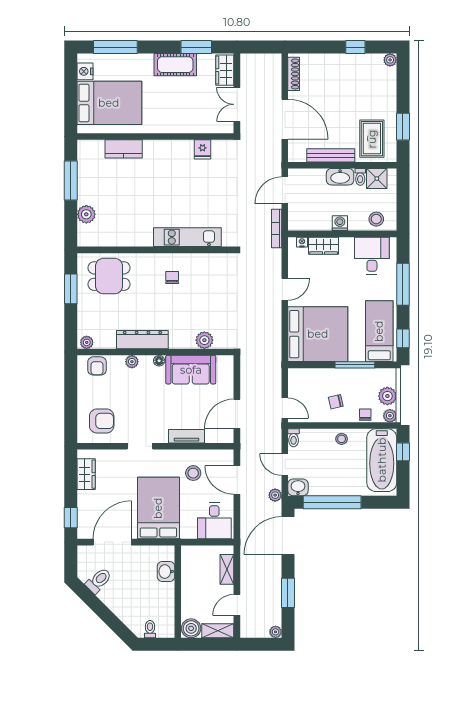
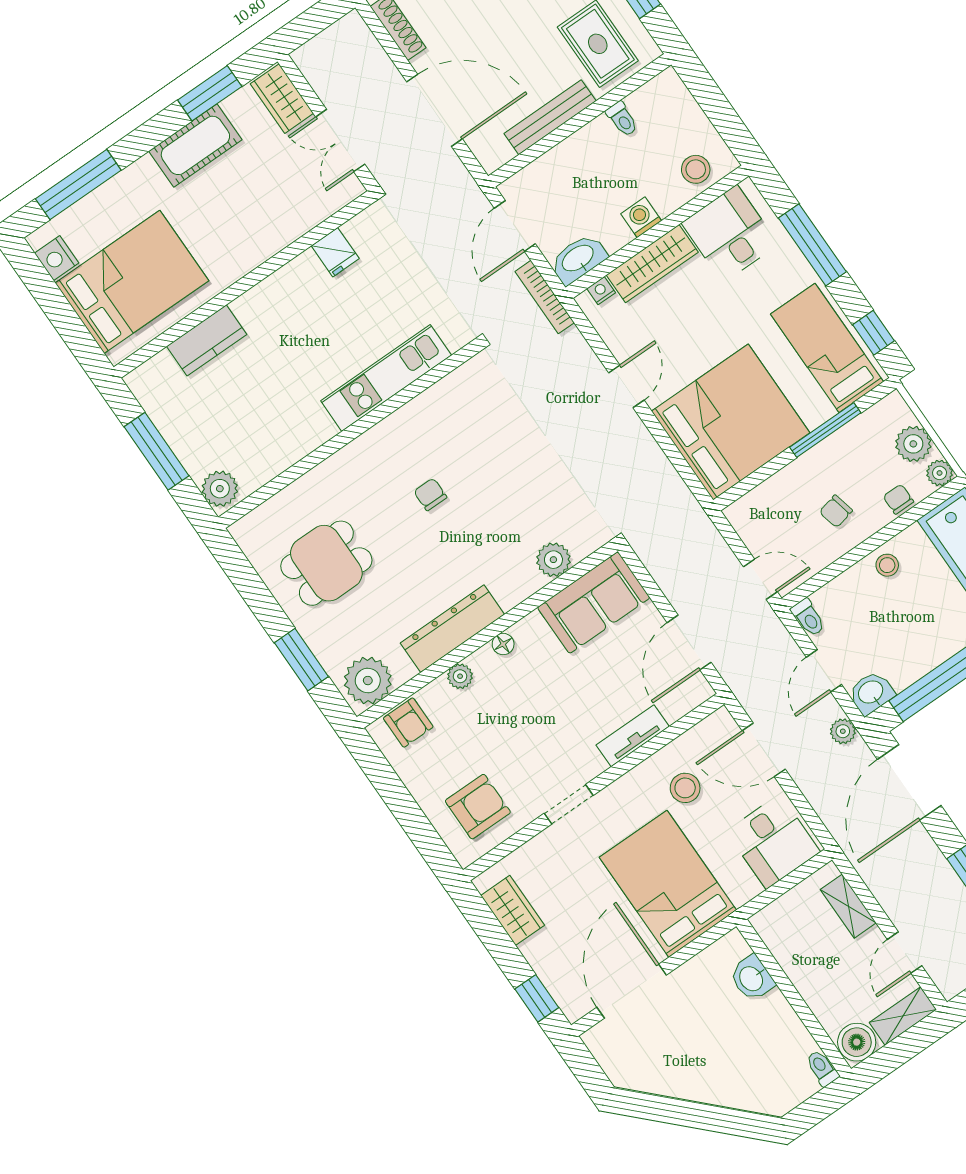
washbasin: (340, 177) -> (578, 259), moved, turned 180
shower: (377, 179) -> (651, 103), removed
kitchen unit: (187, 237) -> (386, 378), moved
wardrobe: (324, 246) -> (652, 264), width x1.50
wall: (155, 250) -> (349, 435), moved
window: (71, 289) -> (301, 660), moved
plant: (87, 342) -> (368, 681), width x1.87, depth x1.87
sofa: (191, 370) -> (594, 603), moved
door: (285, 465) -> (824, 671), hinge flipped
toilet: (99, 581) -> (653, 1069), removed
toilet: (150, 629) -> (822, 1068), moved

